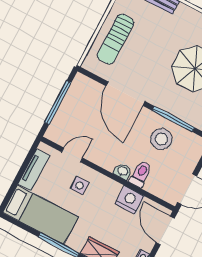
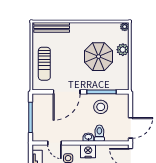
door: (126, 94) -> (67, 92), hinge flipped
door: (72, 155) -> (54, 143), swing flipped
nightstand: (129, 200) -> (88, 151), moved

